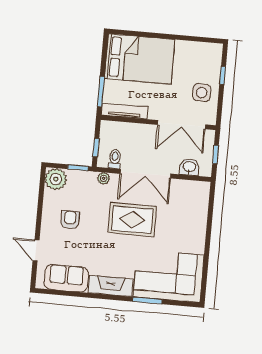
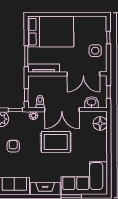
floor lamp: (199, 199) -> (100, 124), added

